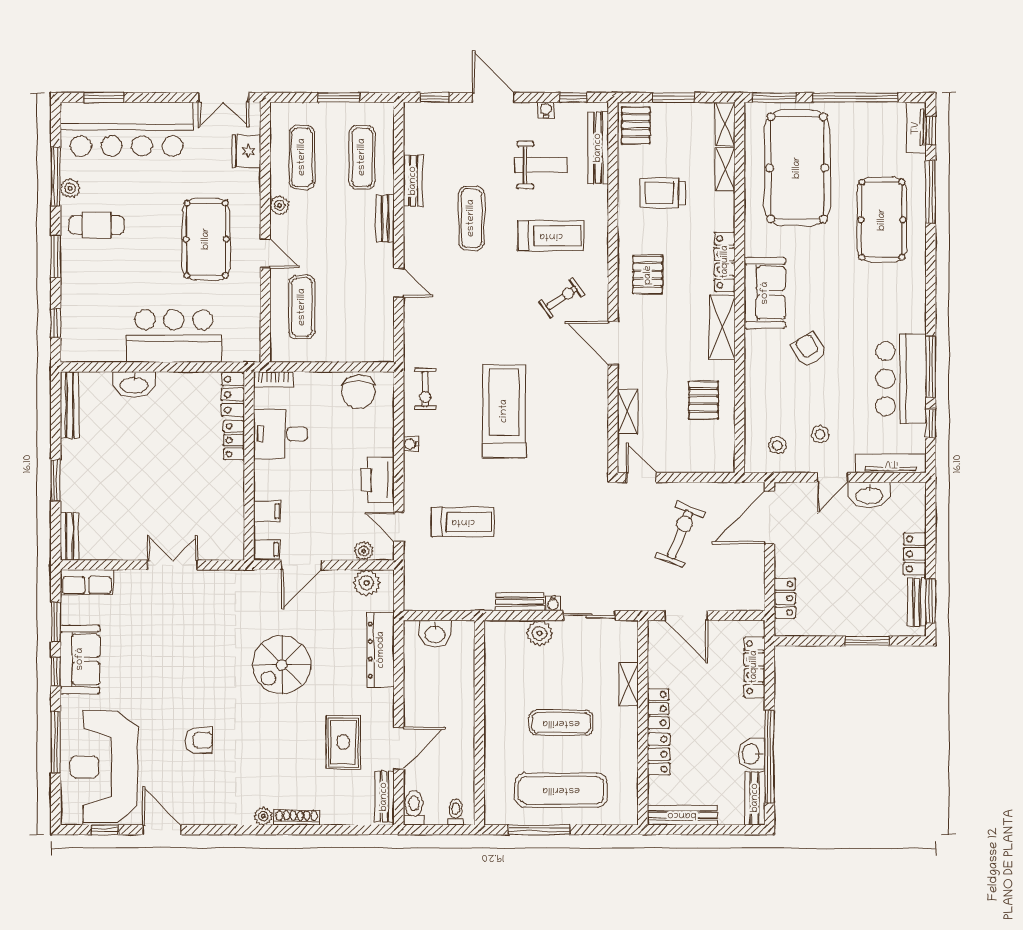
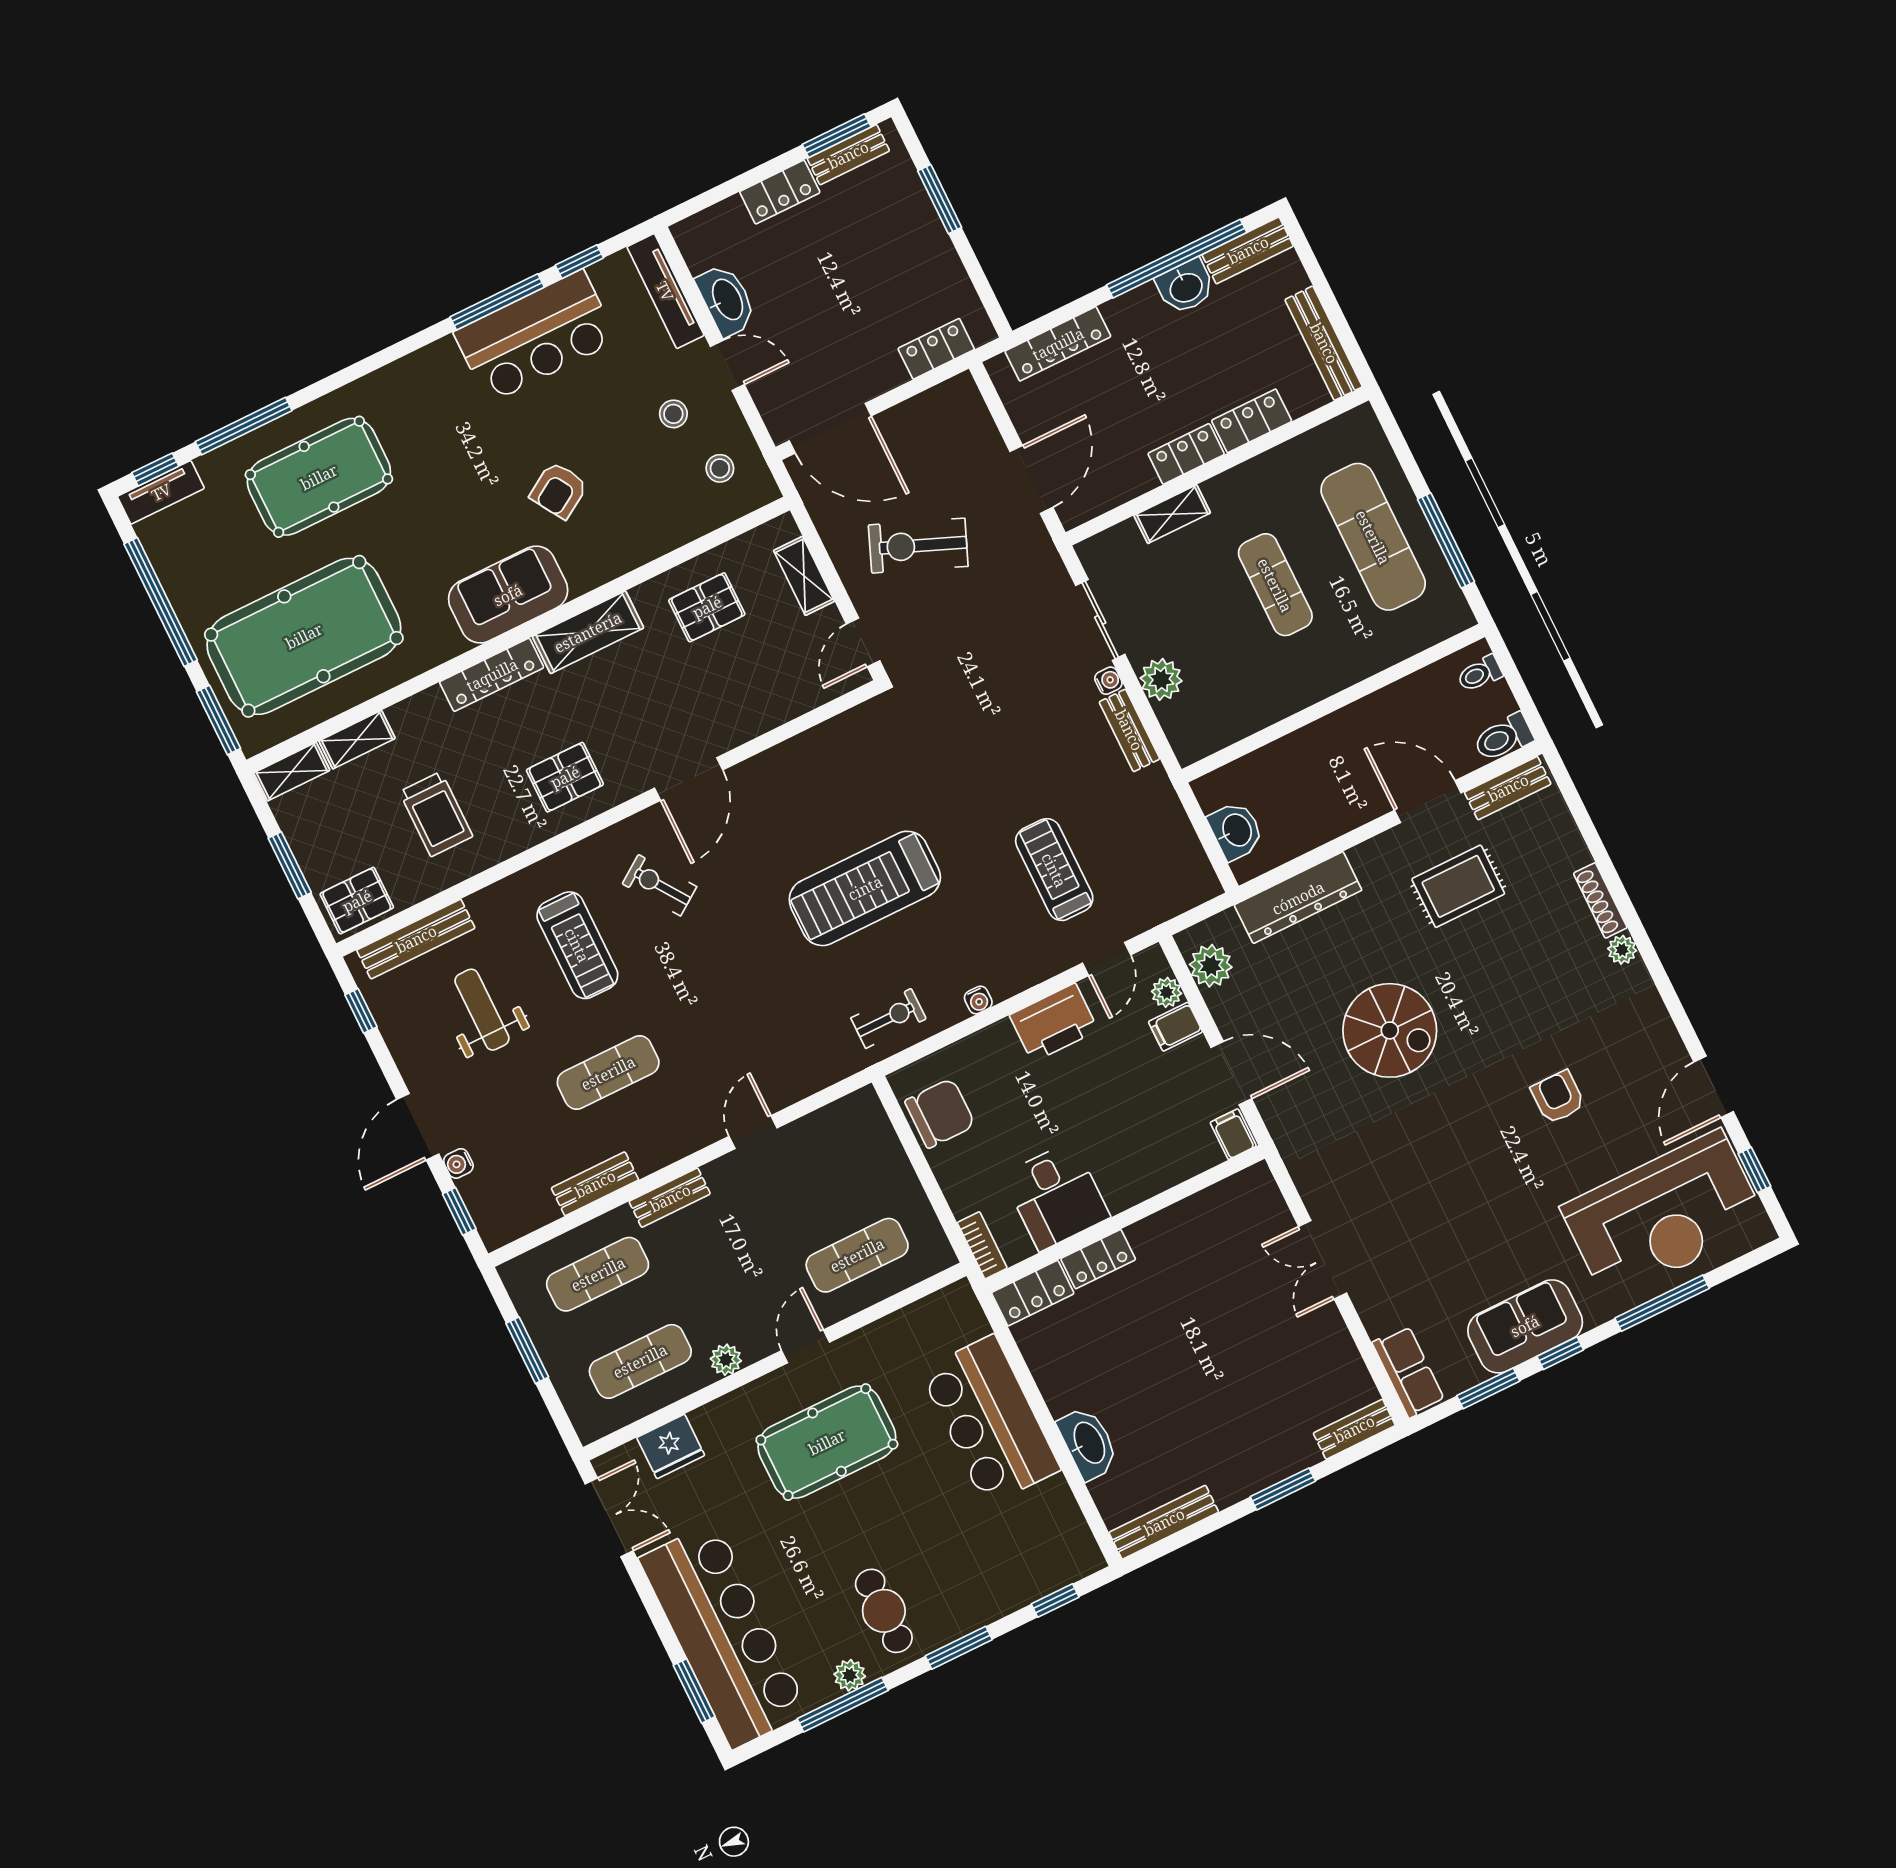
water cooler: (546, 110) -> (458, 1163), moved
treadmill: (551, 236) -> (577, 945), turned 180
shelving: (628, 411) -> (804, 576), moved, turned 90
filing cabinet: (267, 511) -> (1175, 1027), moved, turned -90

